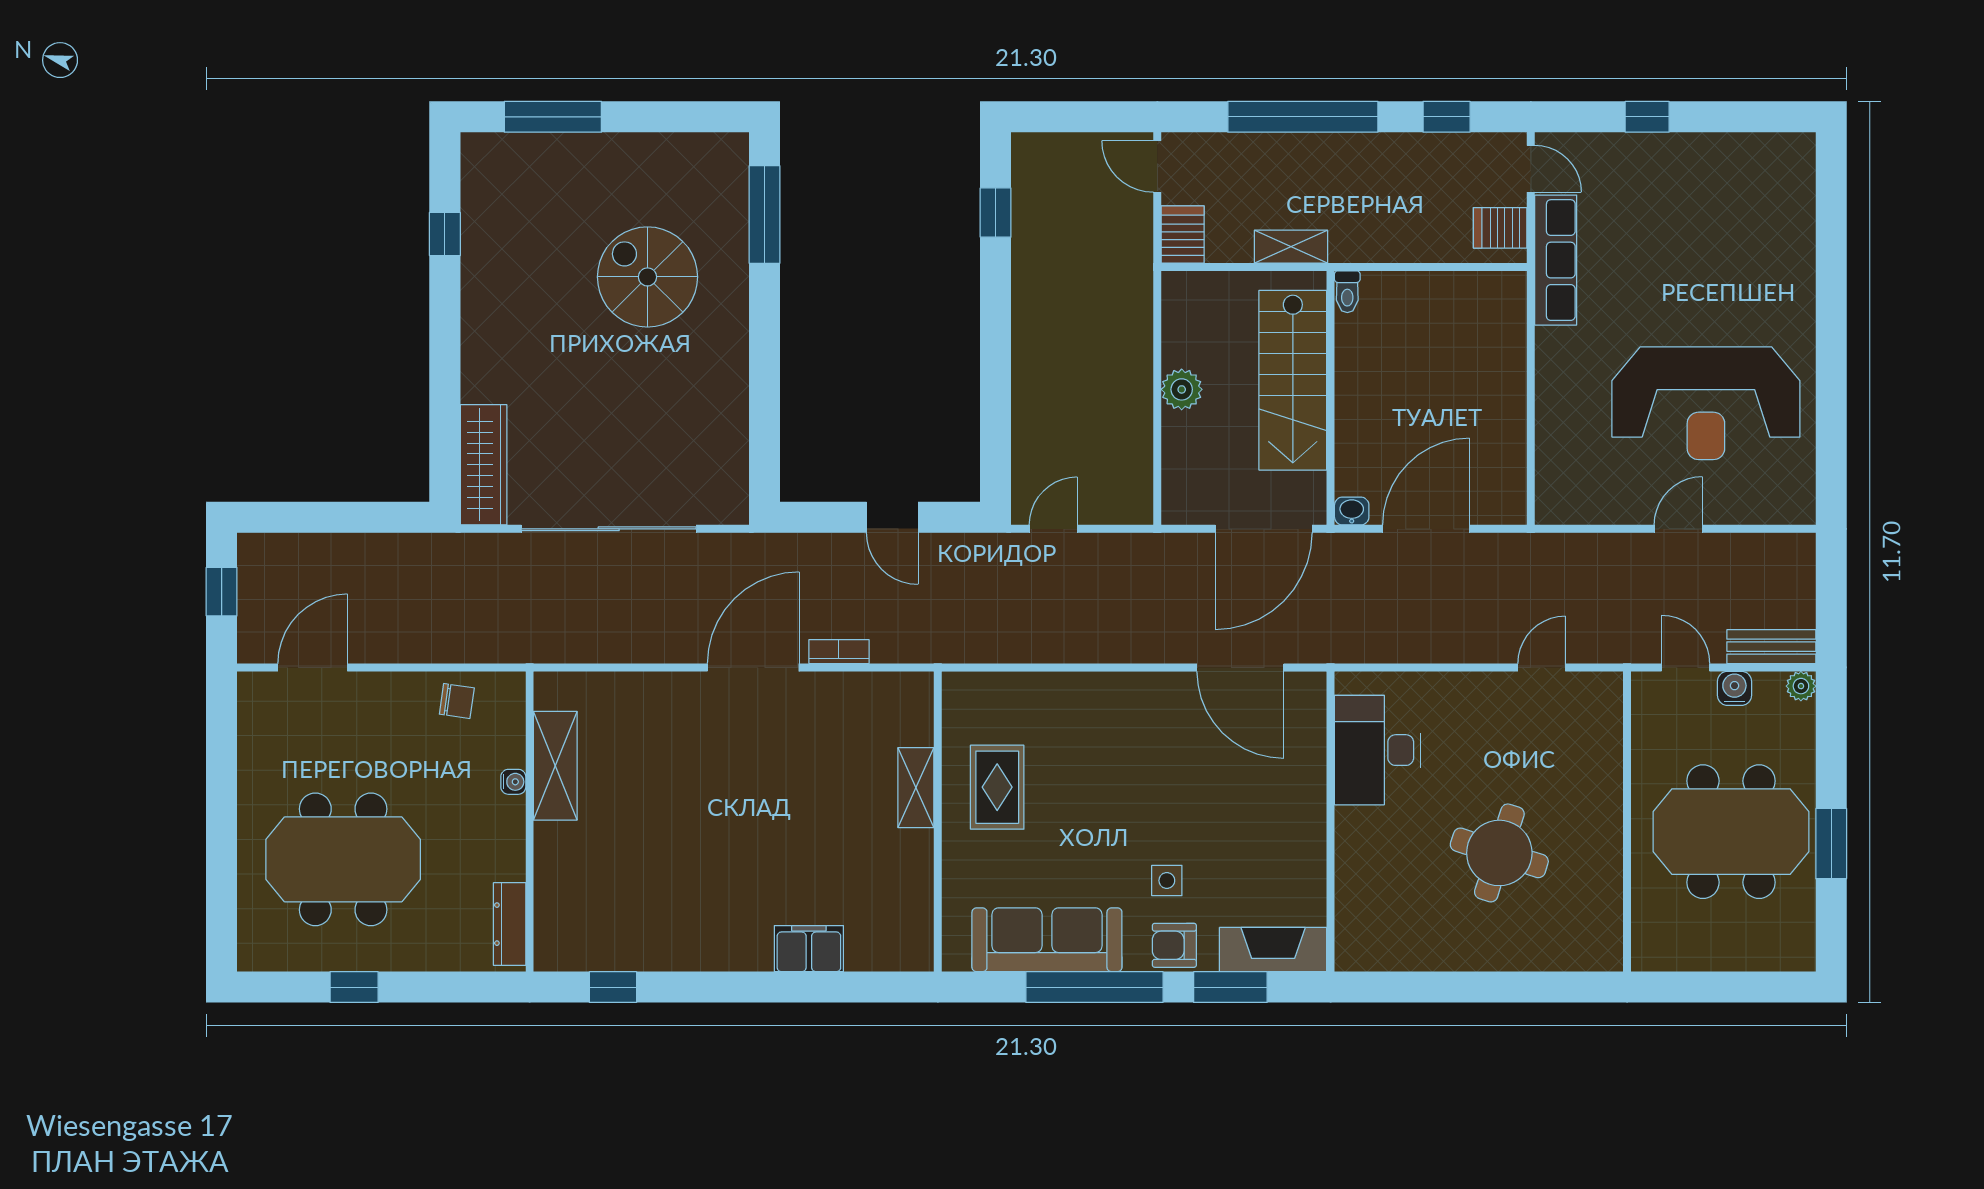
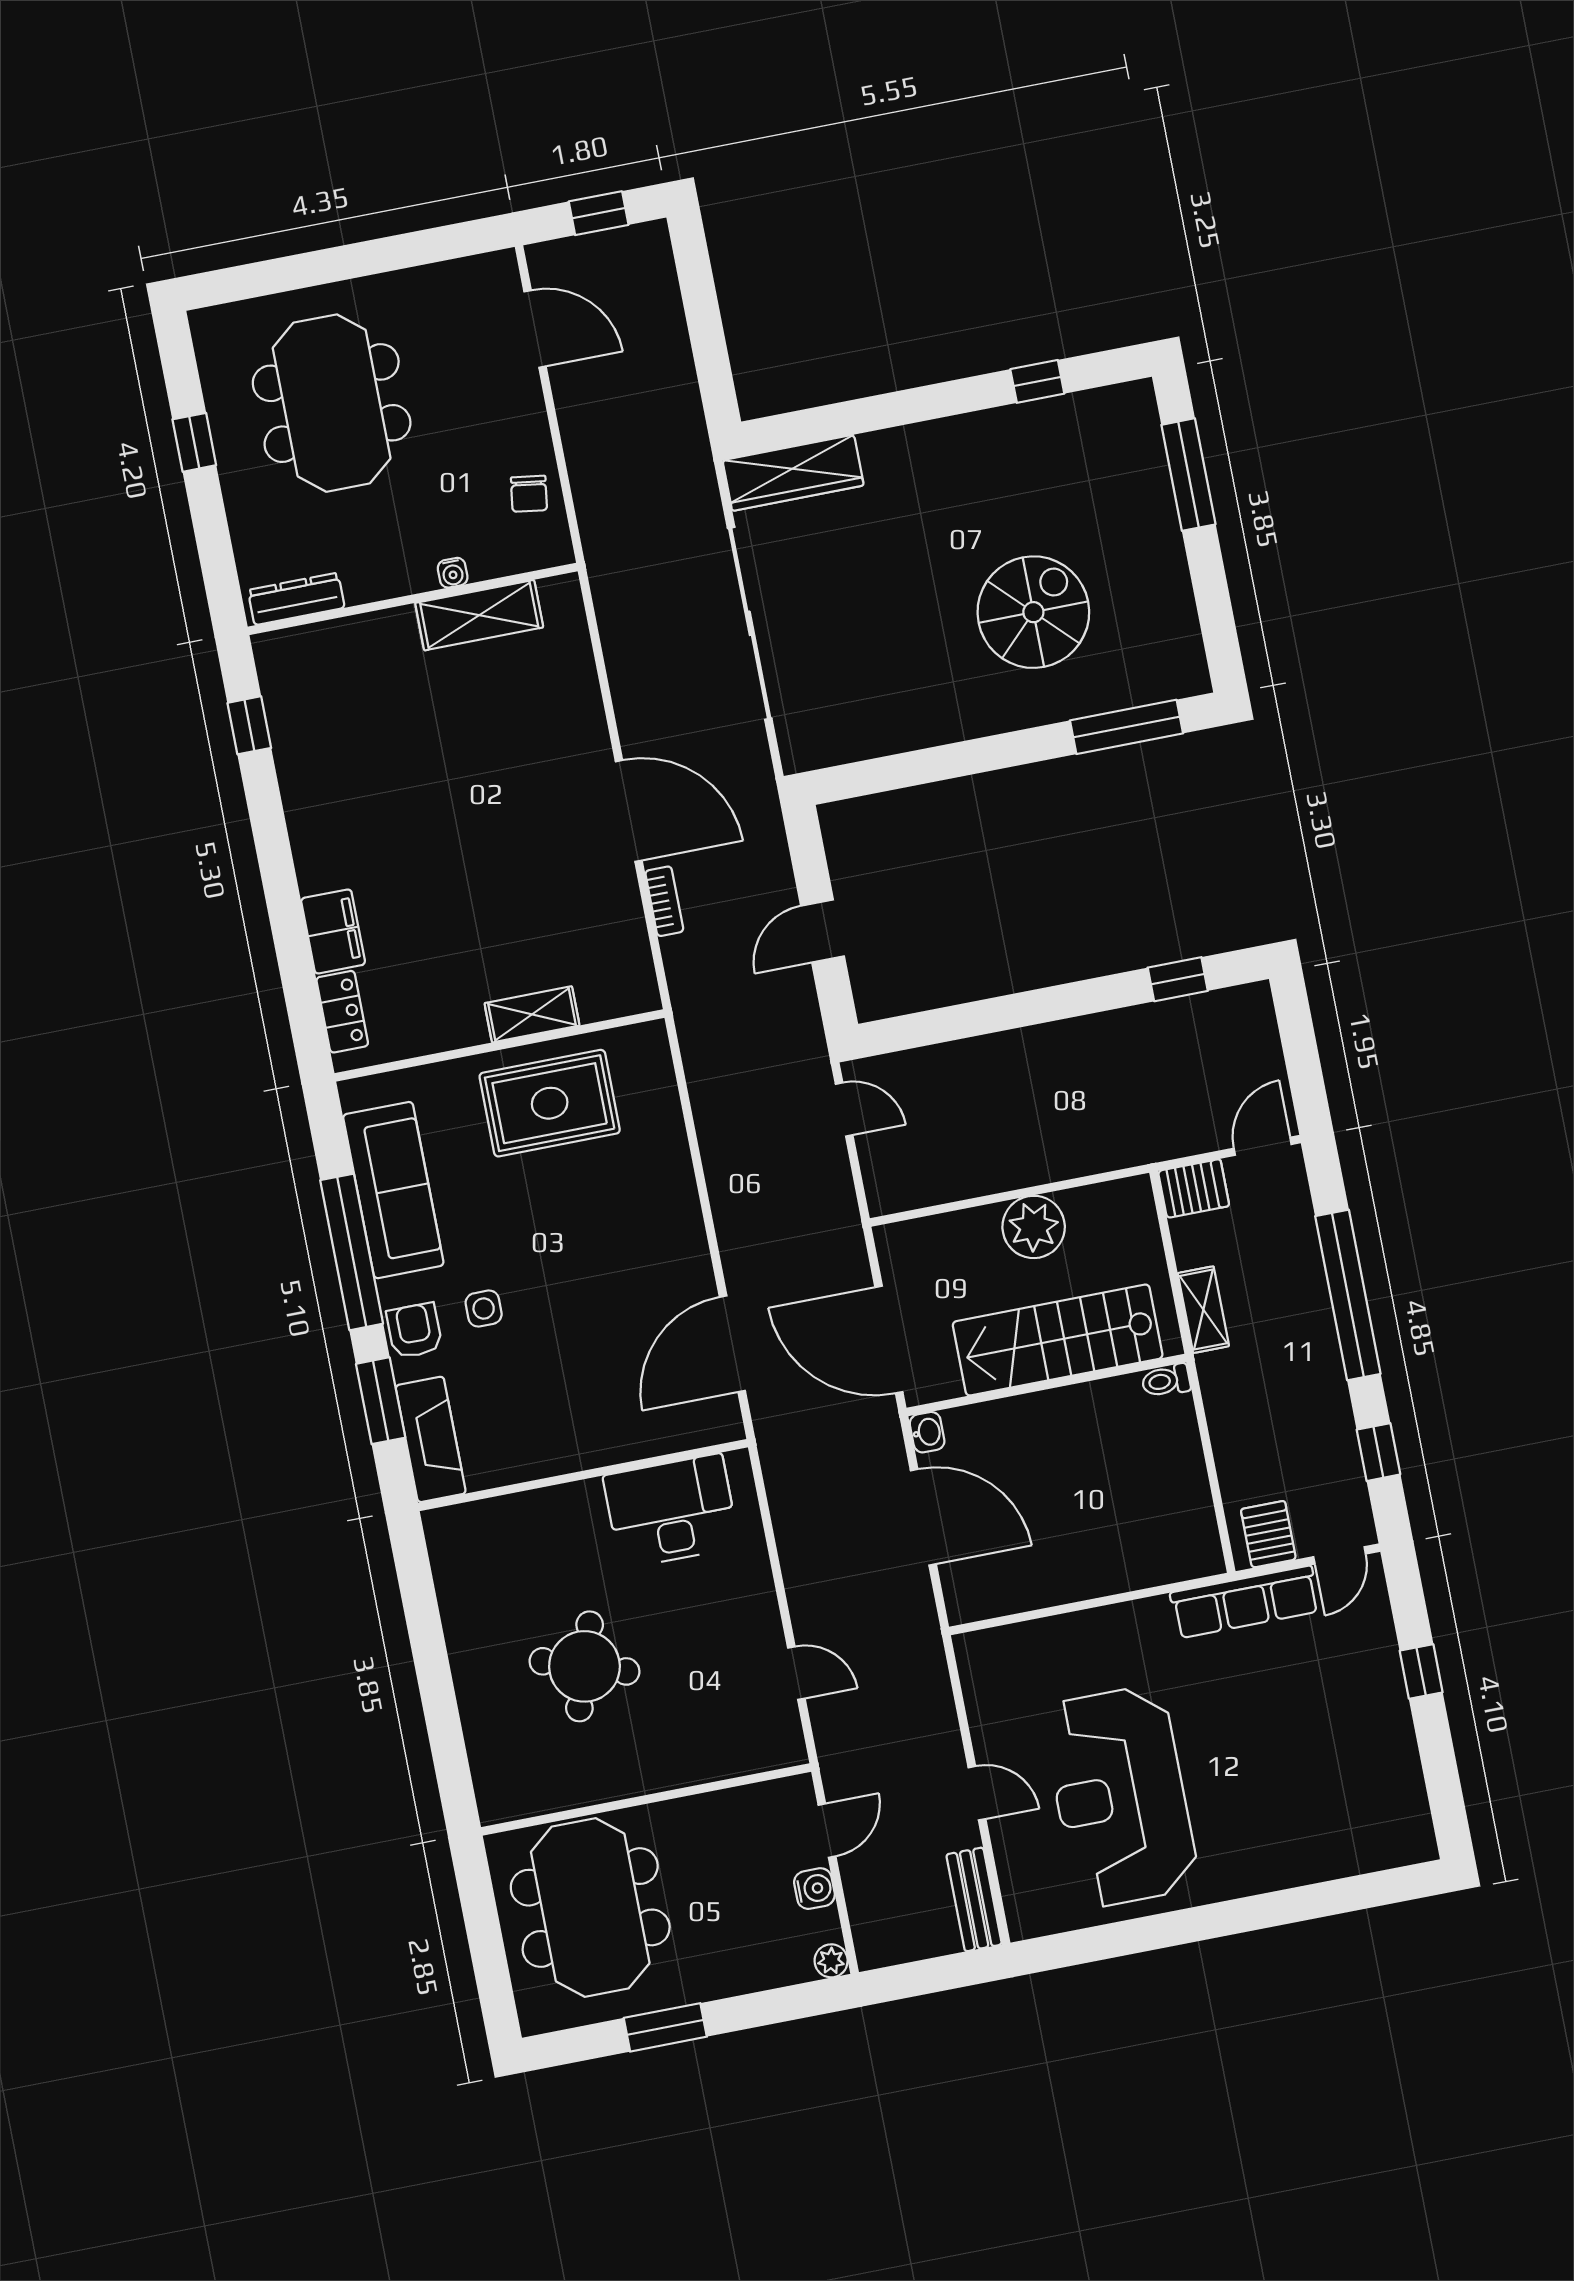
plant: (1182, 389) -> (1034, 1227), width x1.36, depth x1.36
bench: (1771, 647) -> (974, 1899), moved
rug: (997, 787) -> (550, 1103), width x1.36, depth x1.43
meeting table: (1731, 832) -> (590, 1908), moved
locker: (881, 954) -> (342, 1012), added

